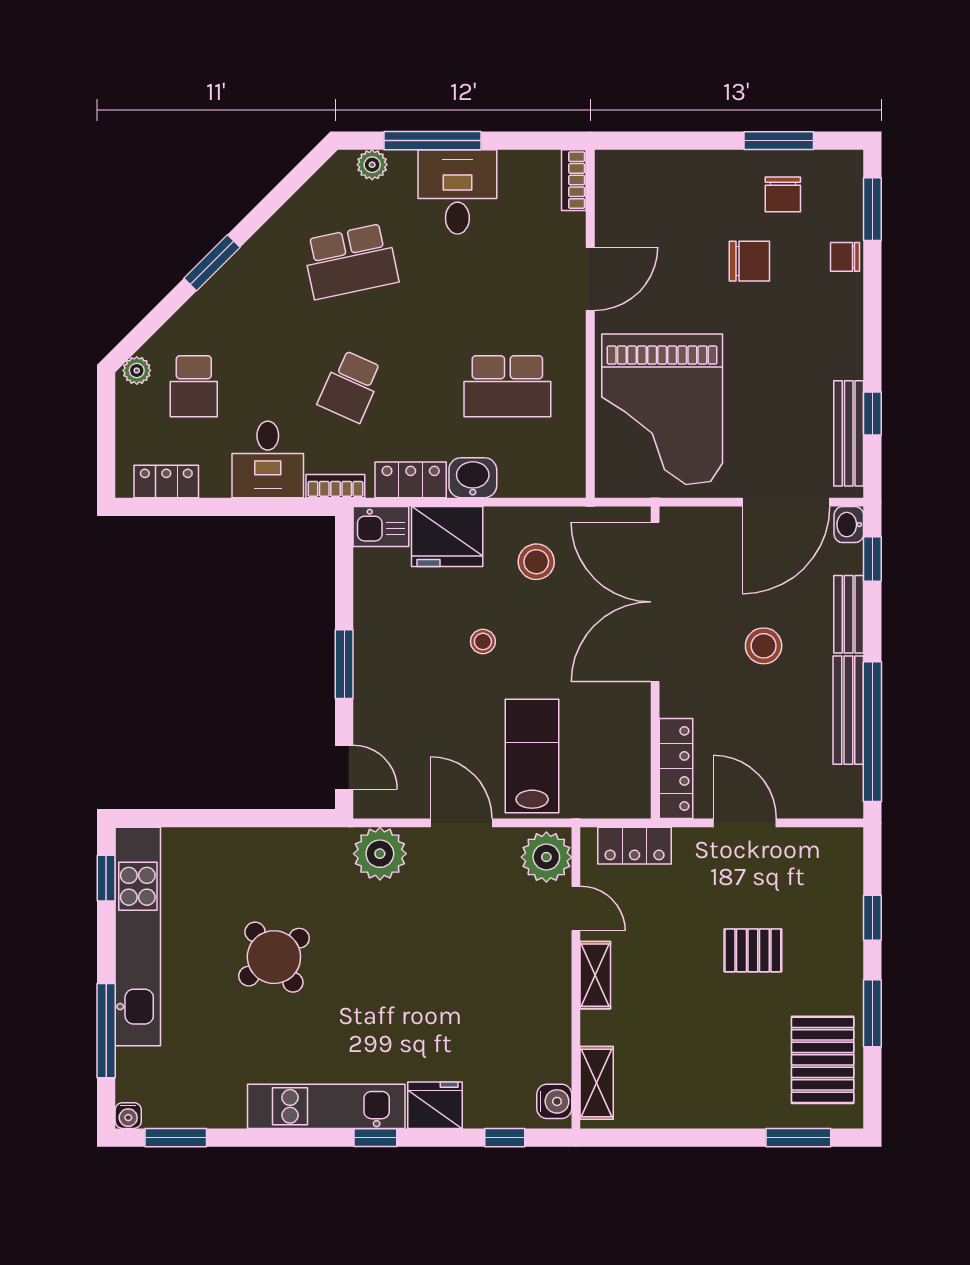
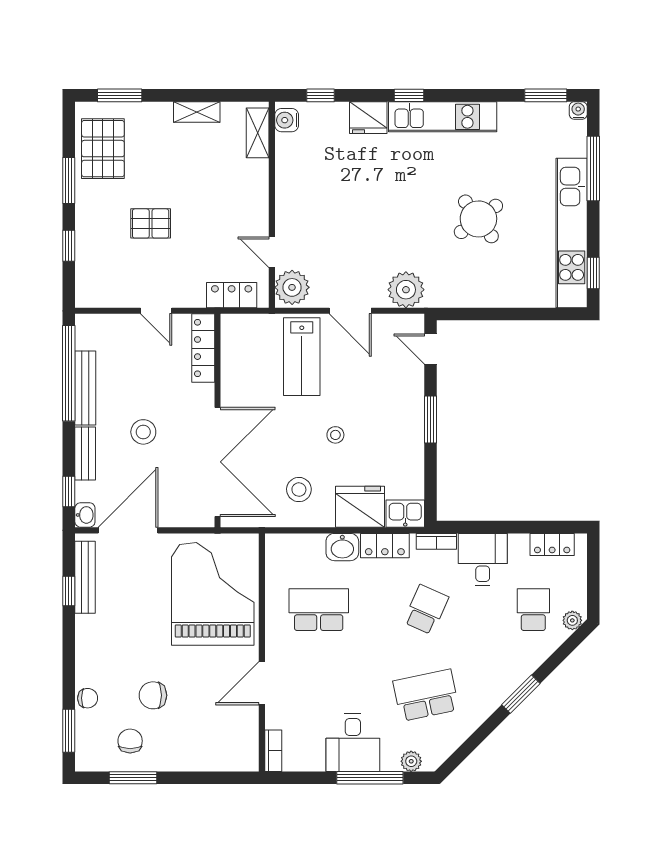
door: (745, 823) -> (156, 311), width x0.73
shelving: (595, 975) -> (197, 112), moved, turned 90

